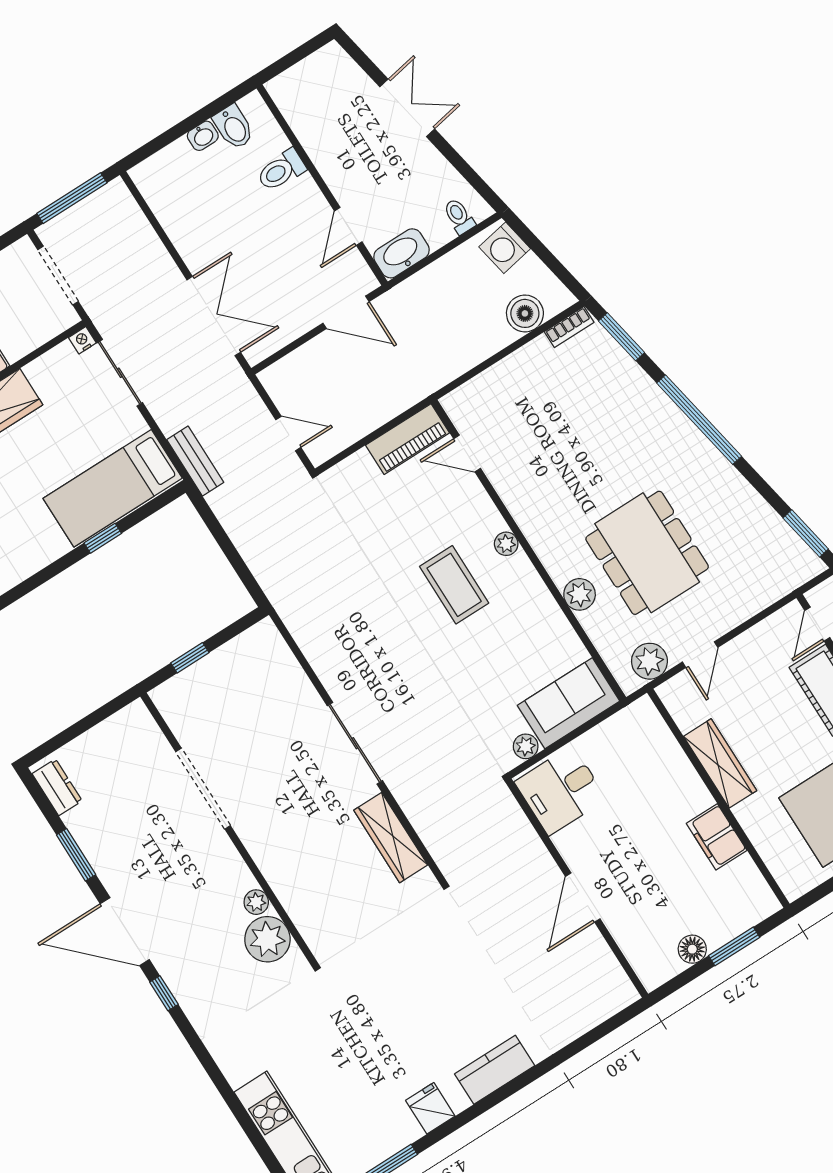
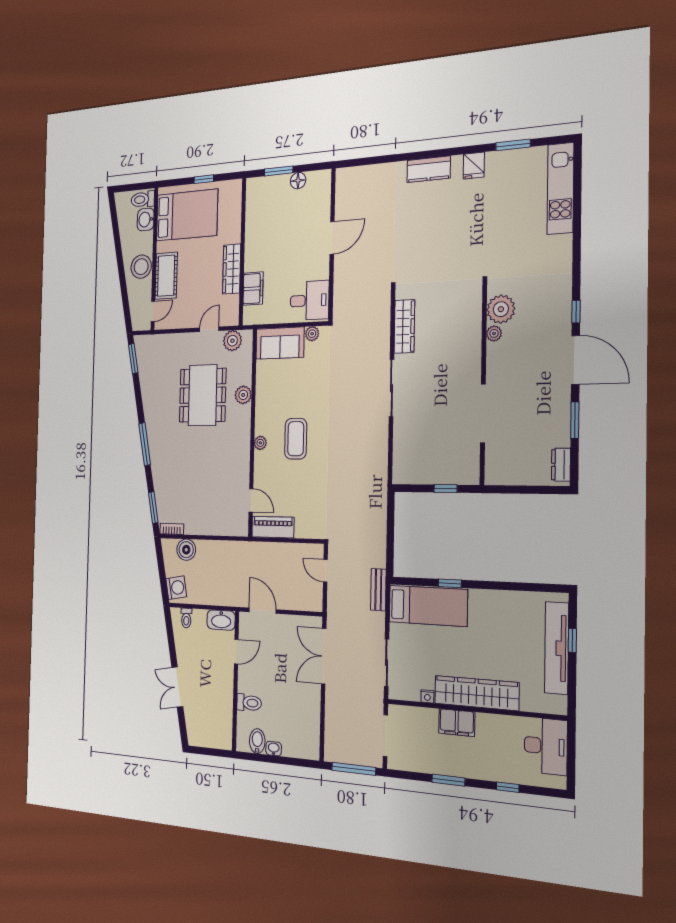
nightstand: (82, 340) -> (427, 696), moved
window: (699, 420) -> (145, 444), width x0.68
filing cabinet: (717, 837) -> (253, 289), moved

